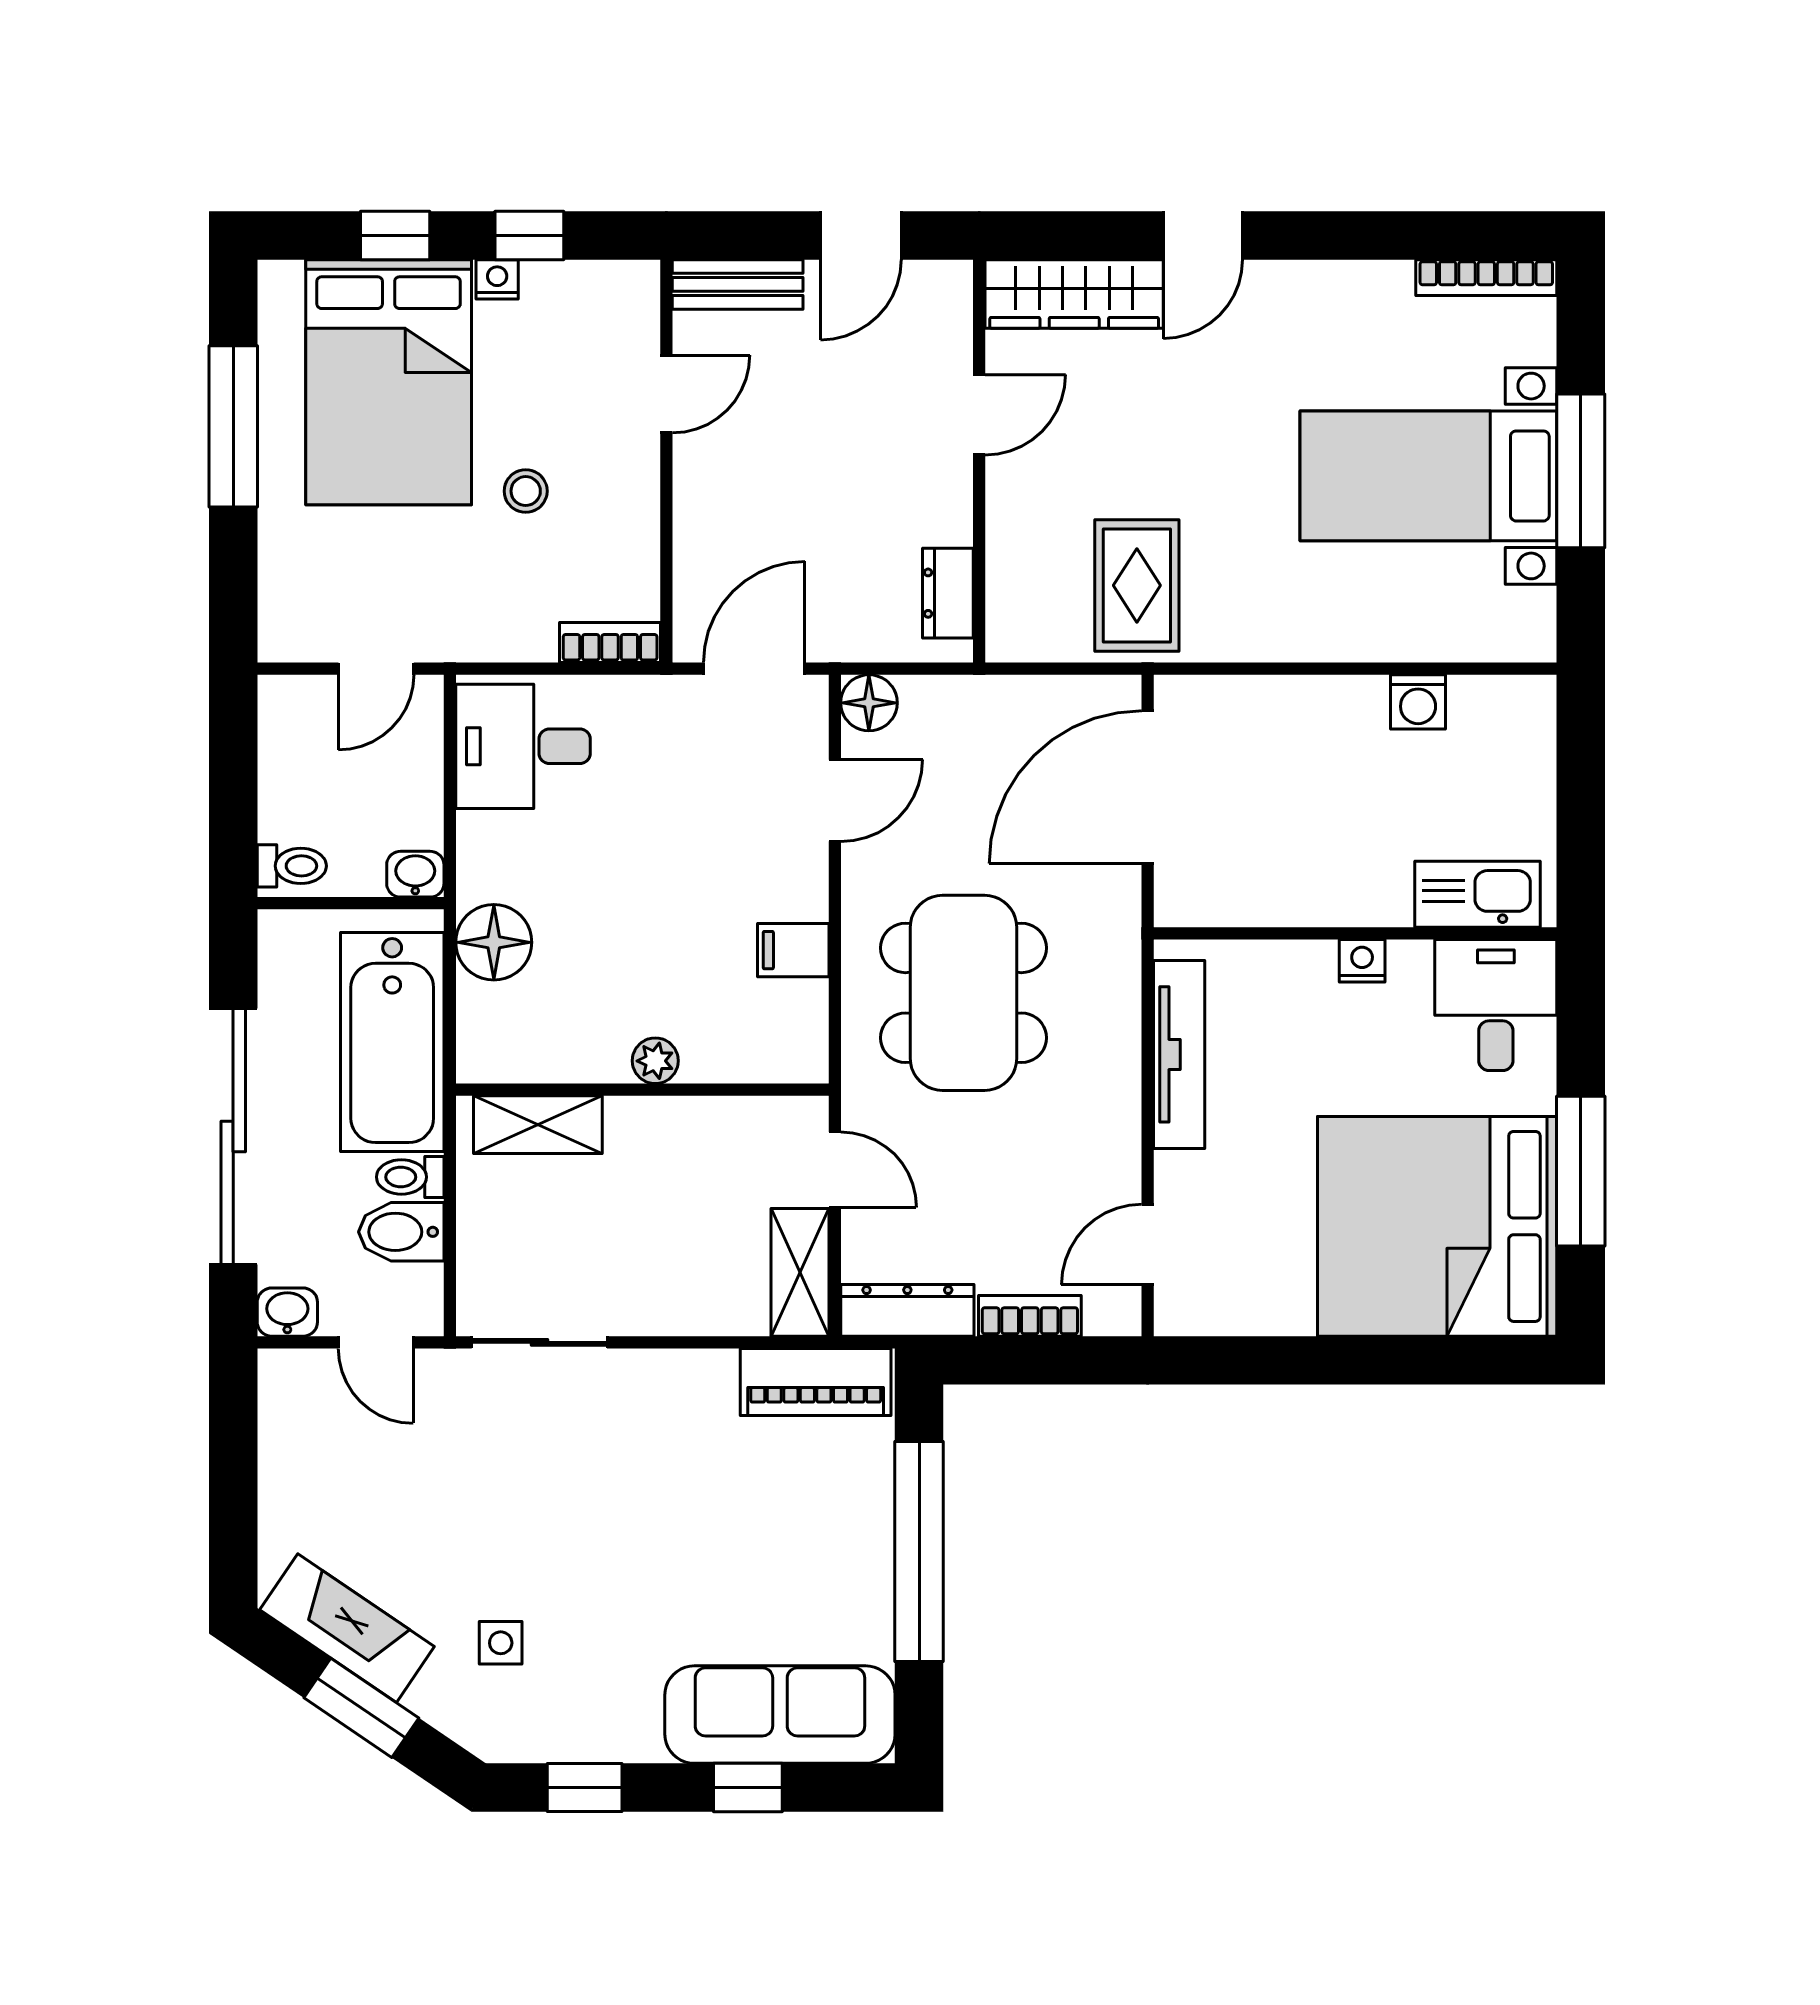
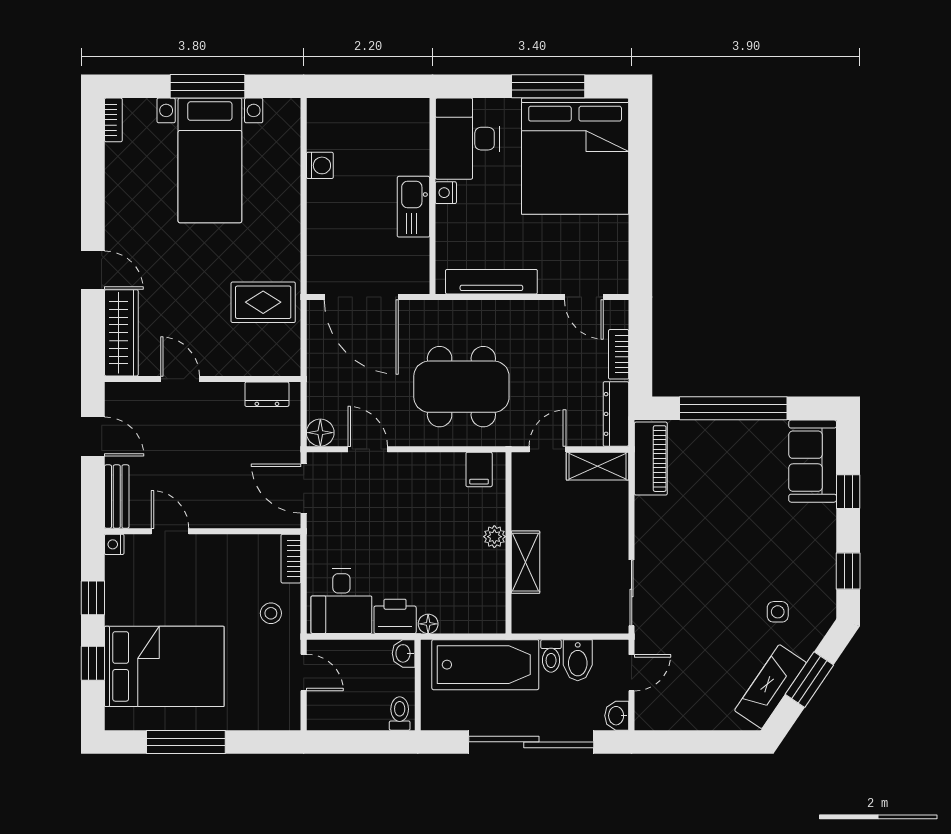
bookcase: (1486, 278) -> (113, 120), width x0.64
nightstand: (497, 279) -> (114, 544), moved
stool: (526, 491) -> (271, 613), moved
printer: (491, 856) -> (395, 616), added
kitchen sink: (1478, 894) -> (413, 207), moved
floor lamp: (494, 942) -> (428, 624), width x0.53, depth x0.53
filing cabinet: (793, 950) -> (479, 469), moved
desk: (1496, 1005) -> (467, 139), width x1.37
shelving: (538, 1125) -> (526, 562), moved
sofa: (780, 1715) -> (813, 461), width x0.73

